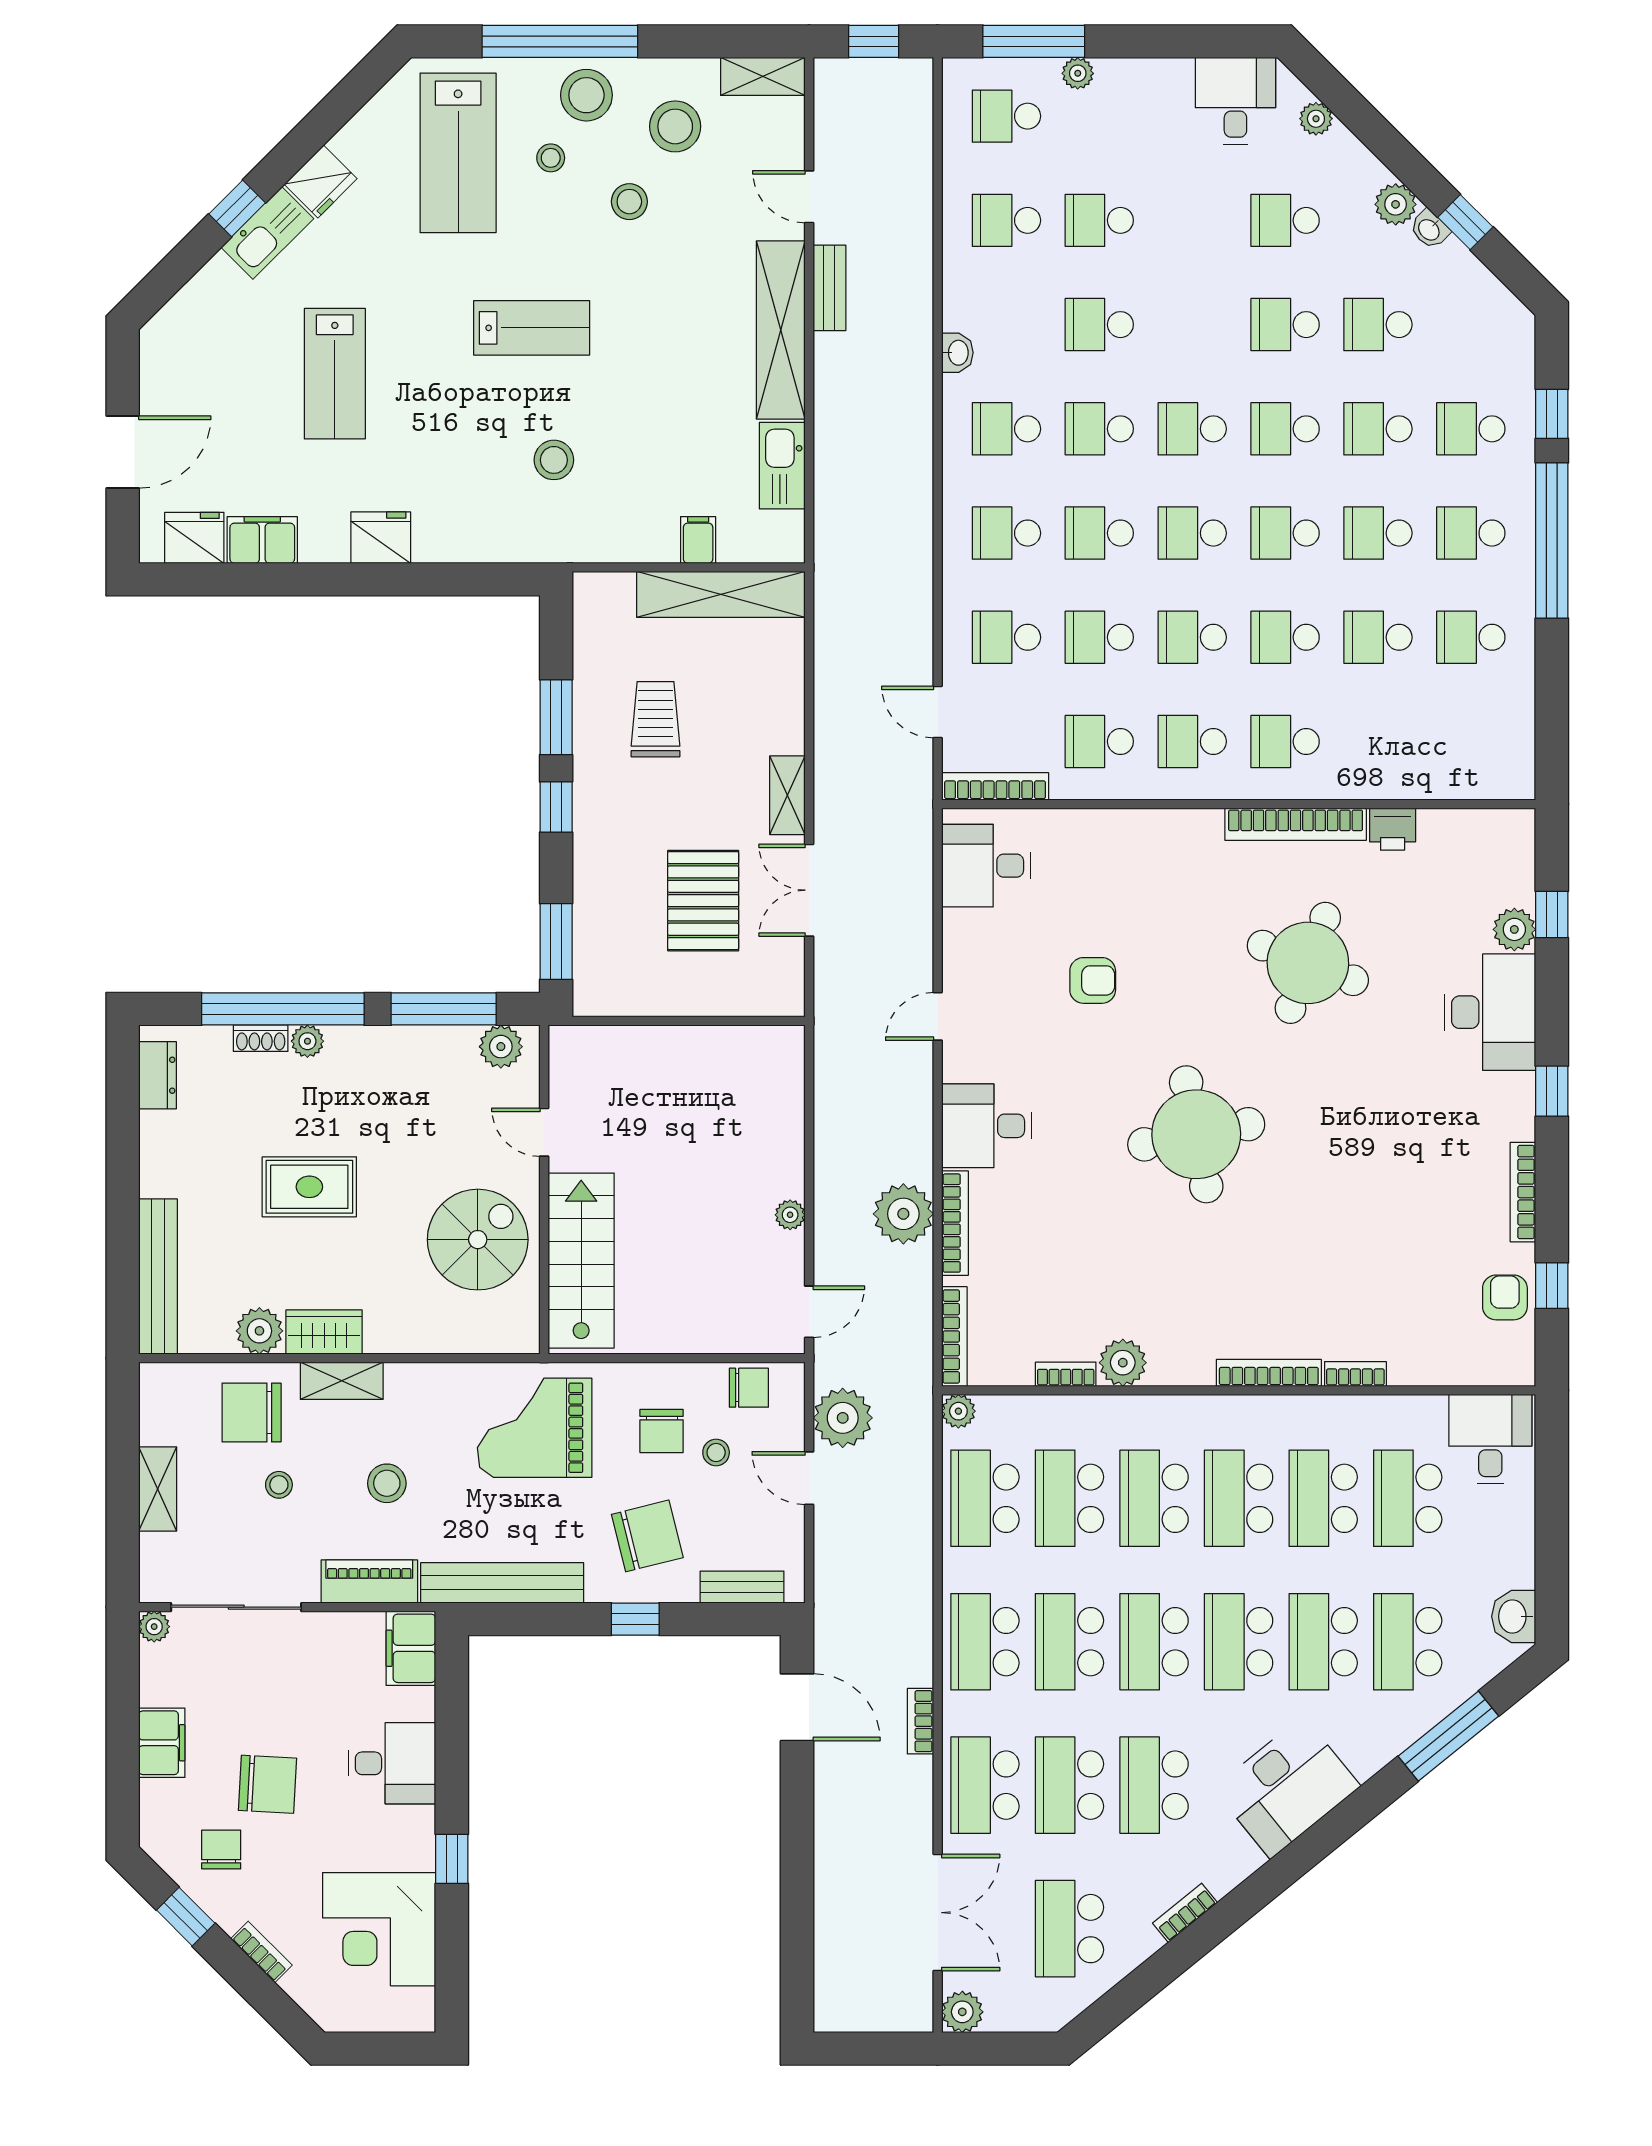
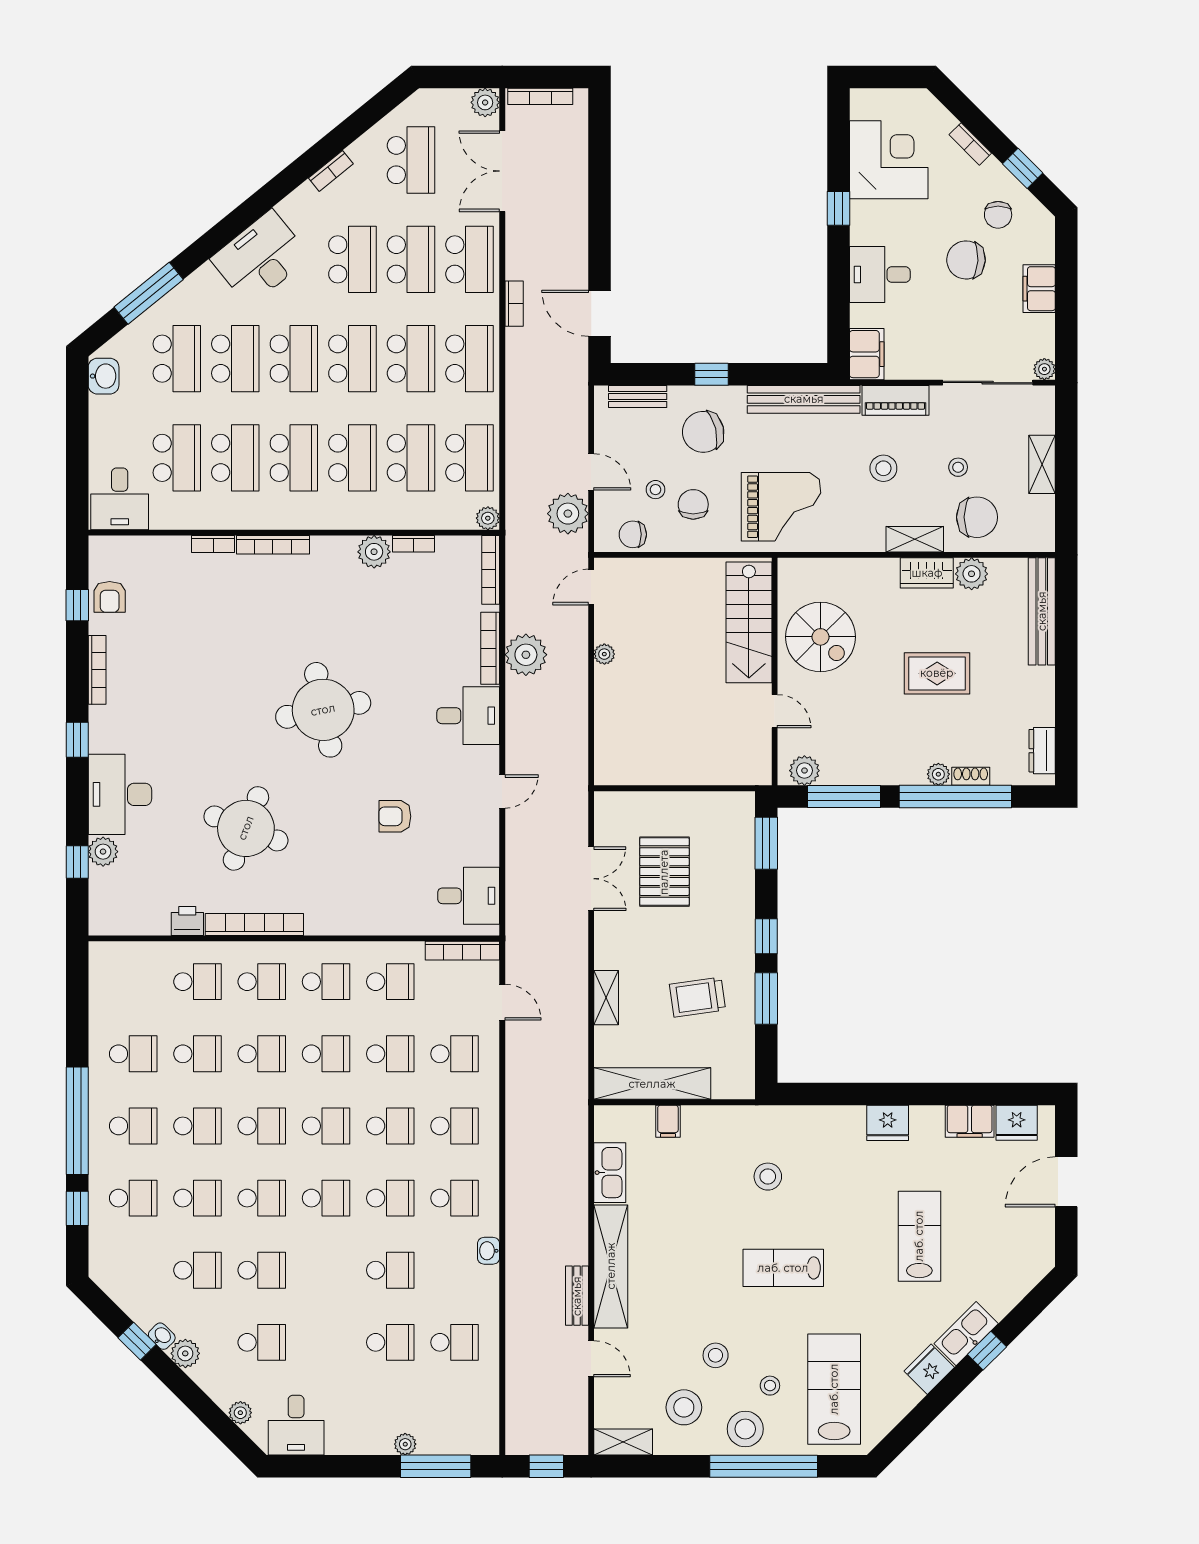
school desk: (1006, 116) -> (197, 982), moved
trolley: (656, 719) -> (697, 997), turned 82
shelving: (787, 795) -> (606, 998), moved
spiral stairs: (478, 1240) -> (820, 637), turned -90
bookcase: (883, 2021) -> (540, 96), added

